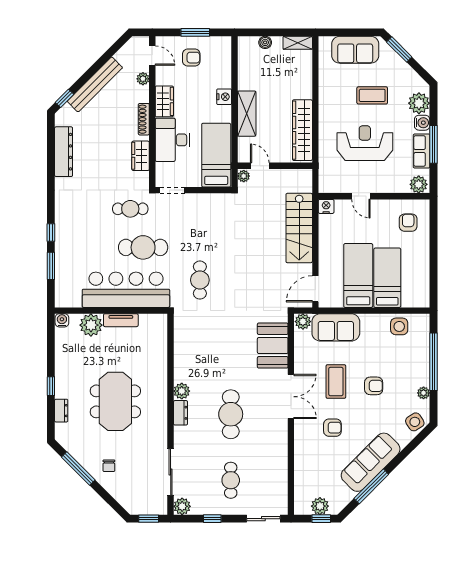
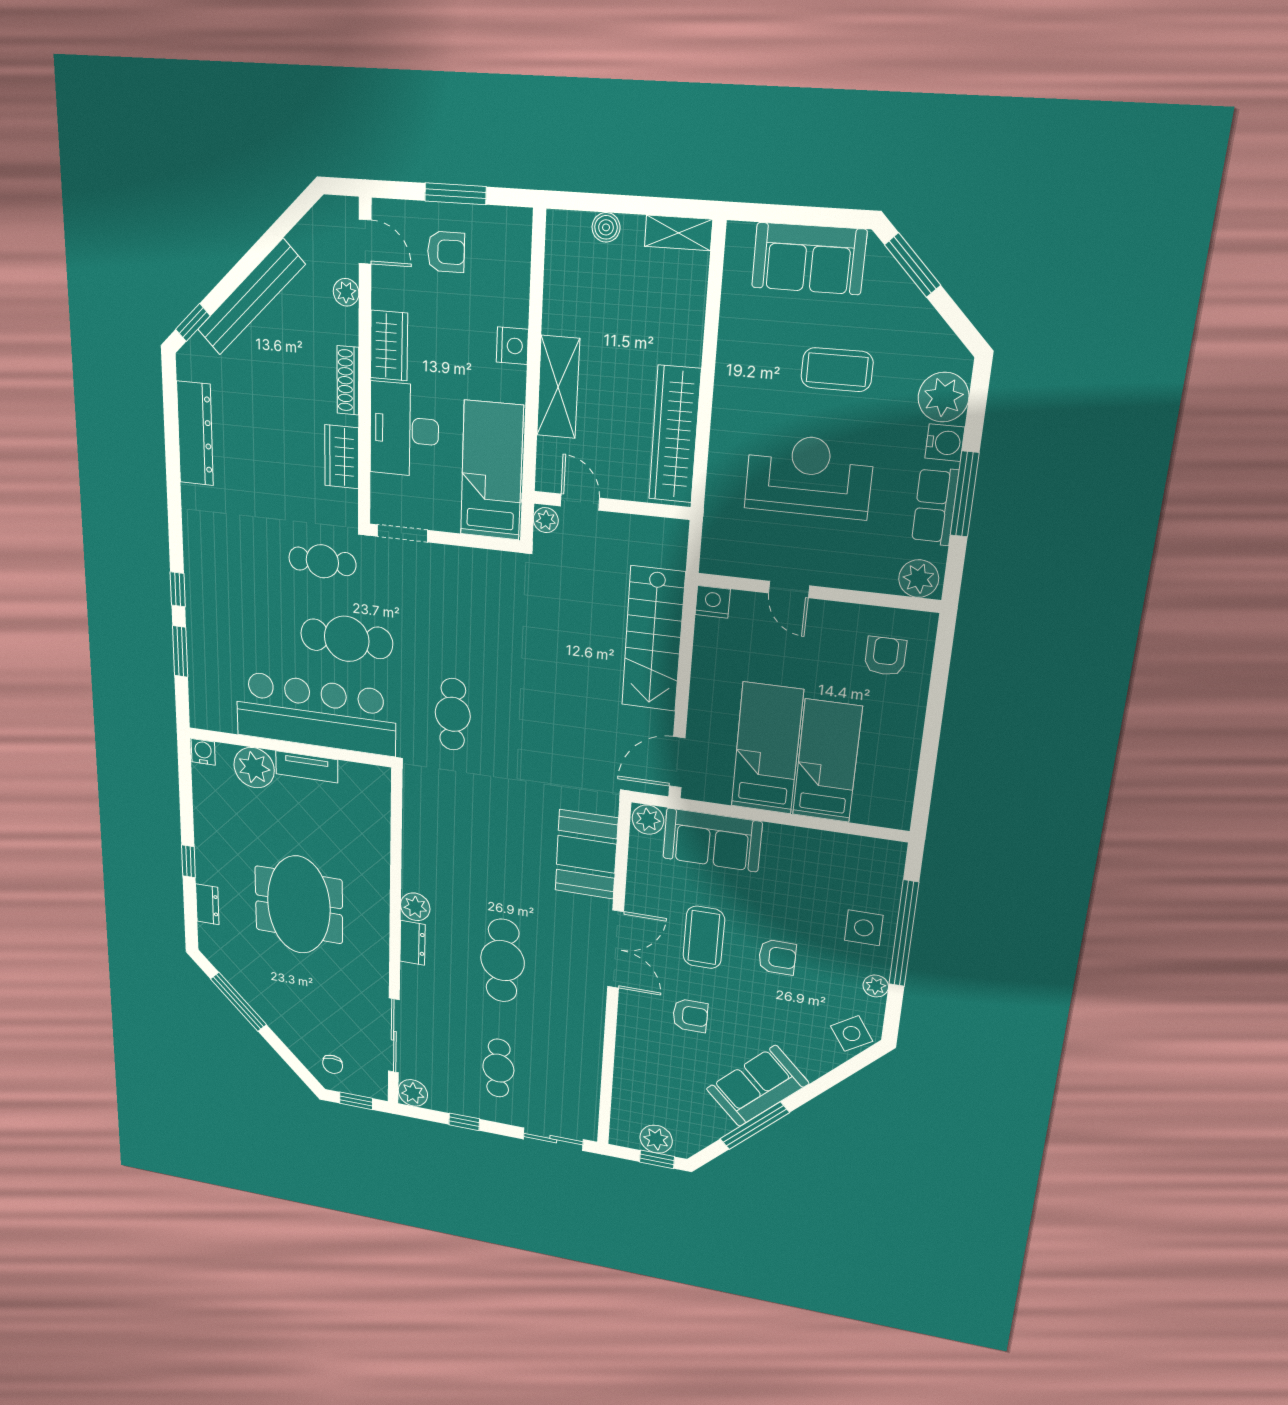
side table: (399, 326) -> (864, 928), moved
sofa: (371, 462) -> (757, 1086), width x0.73
chair: (109, 466) -> (333, 1064), moved

